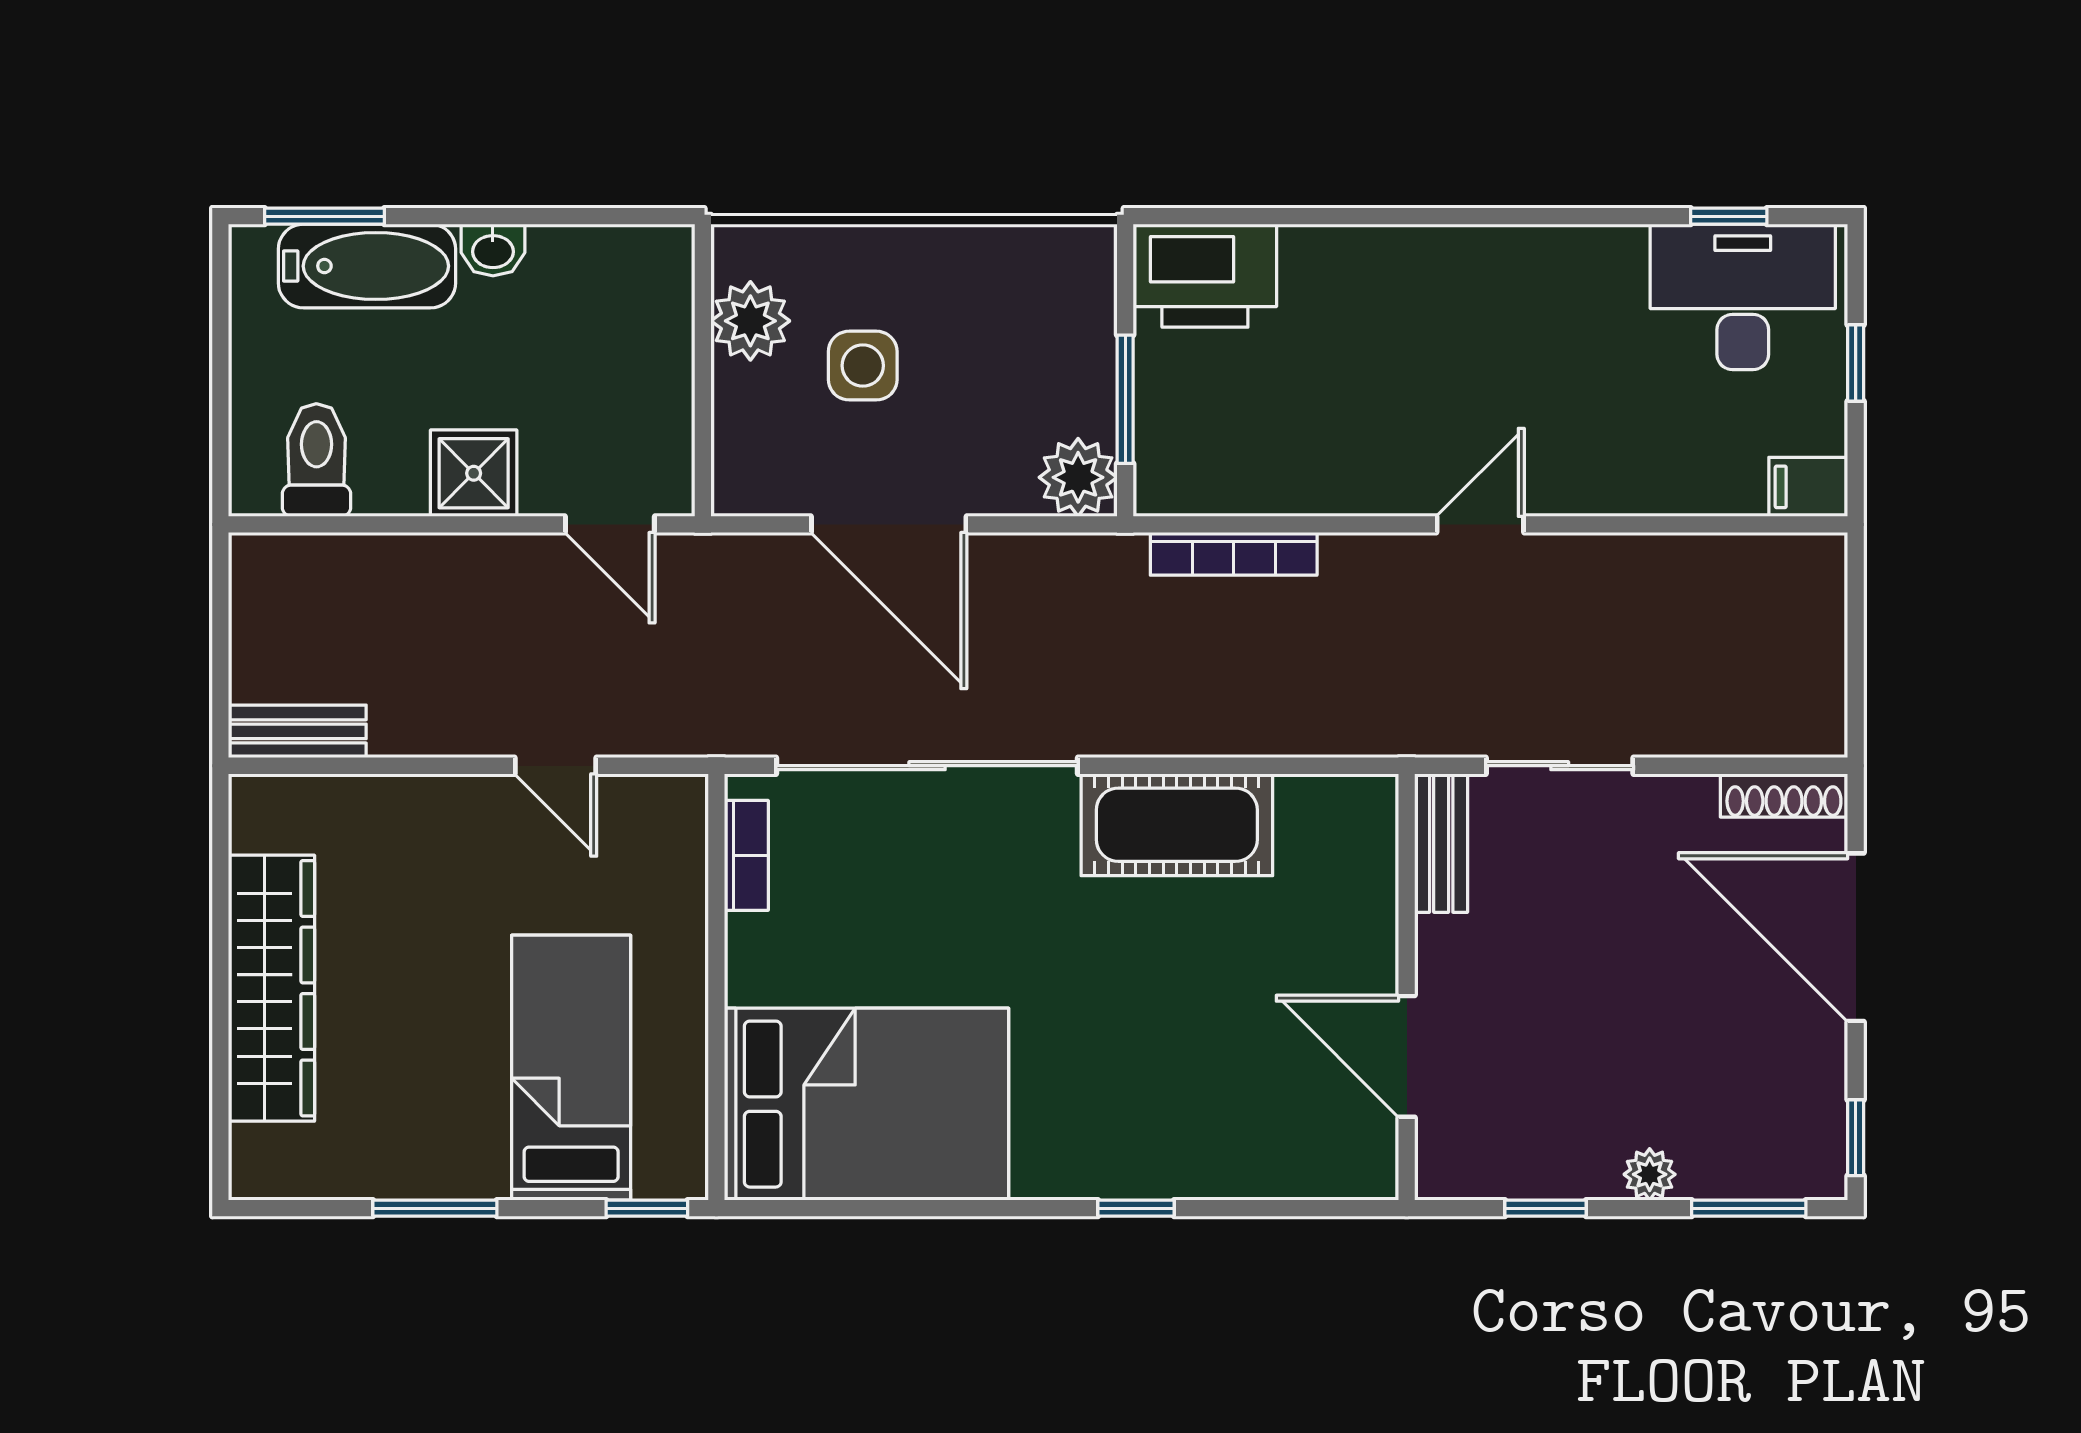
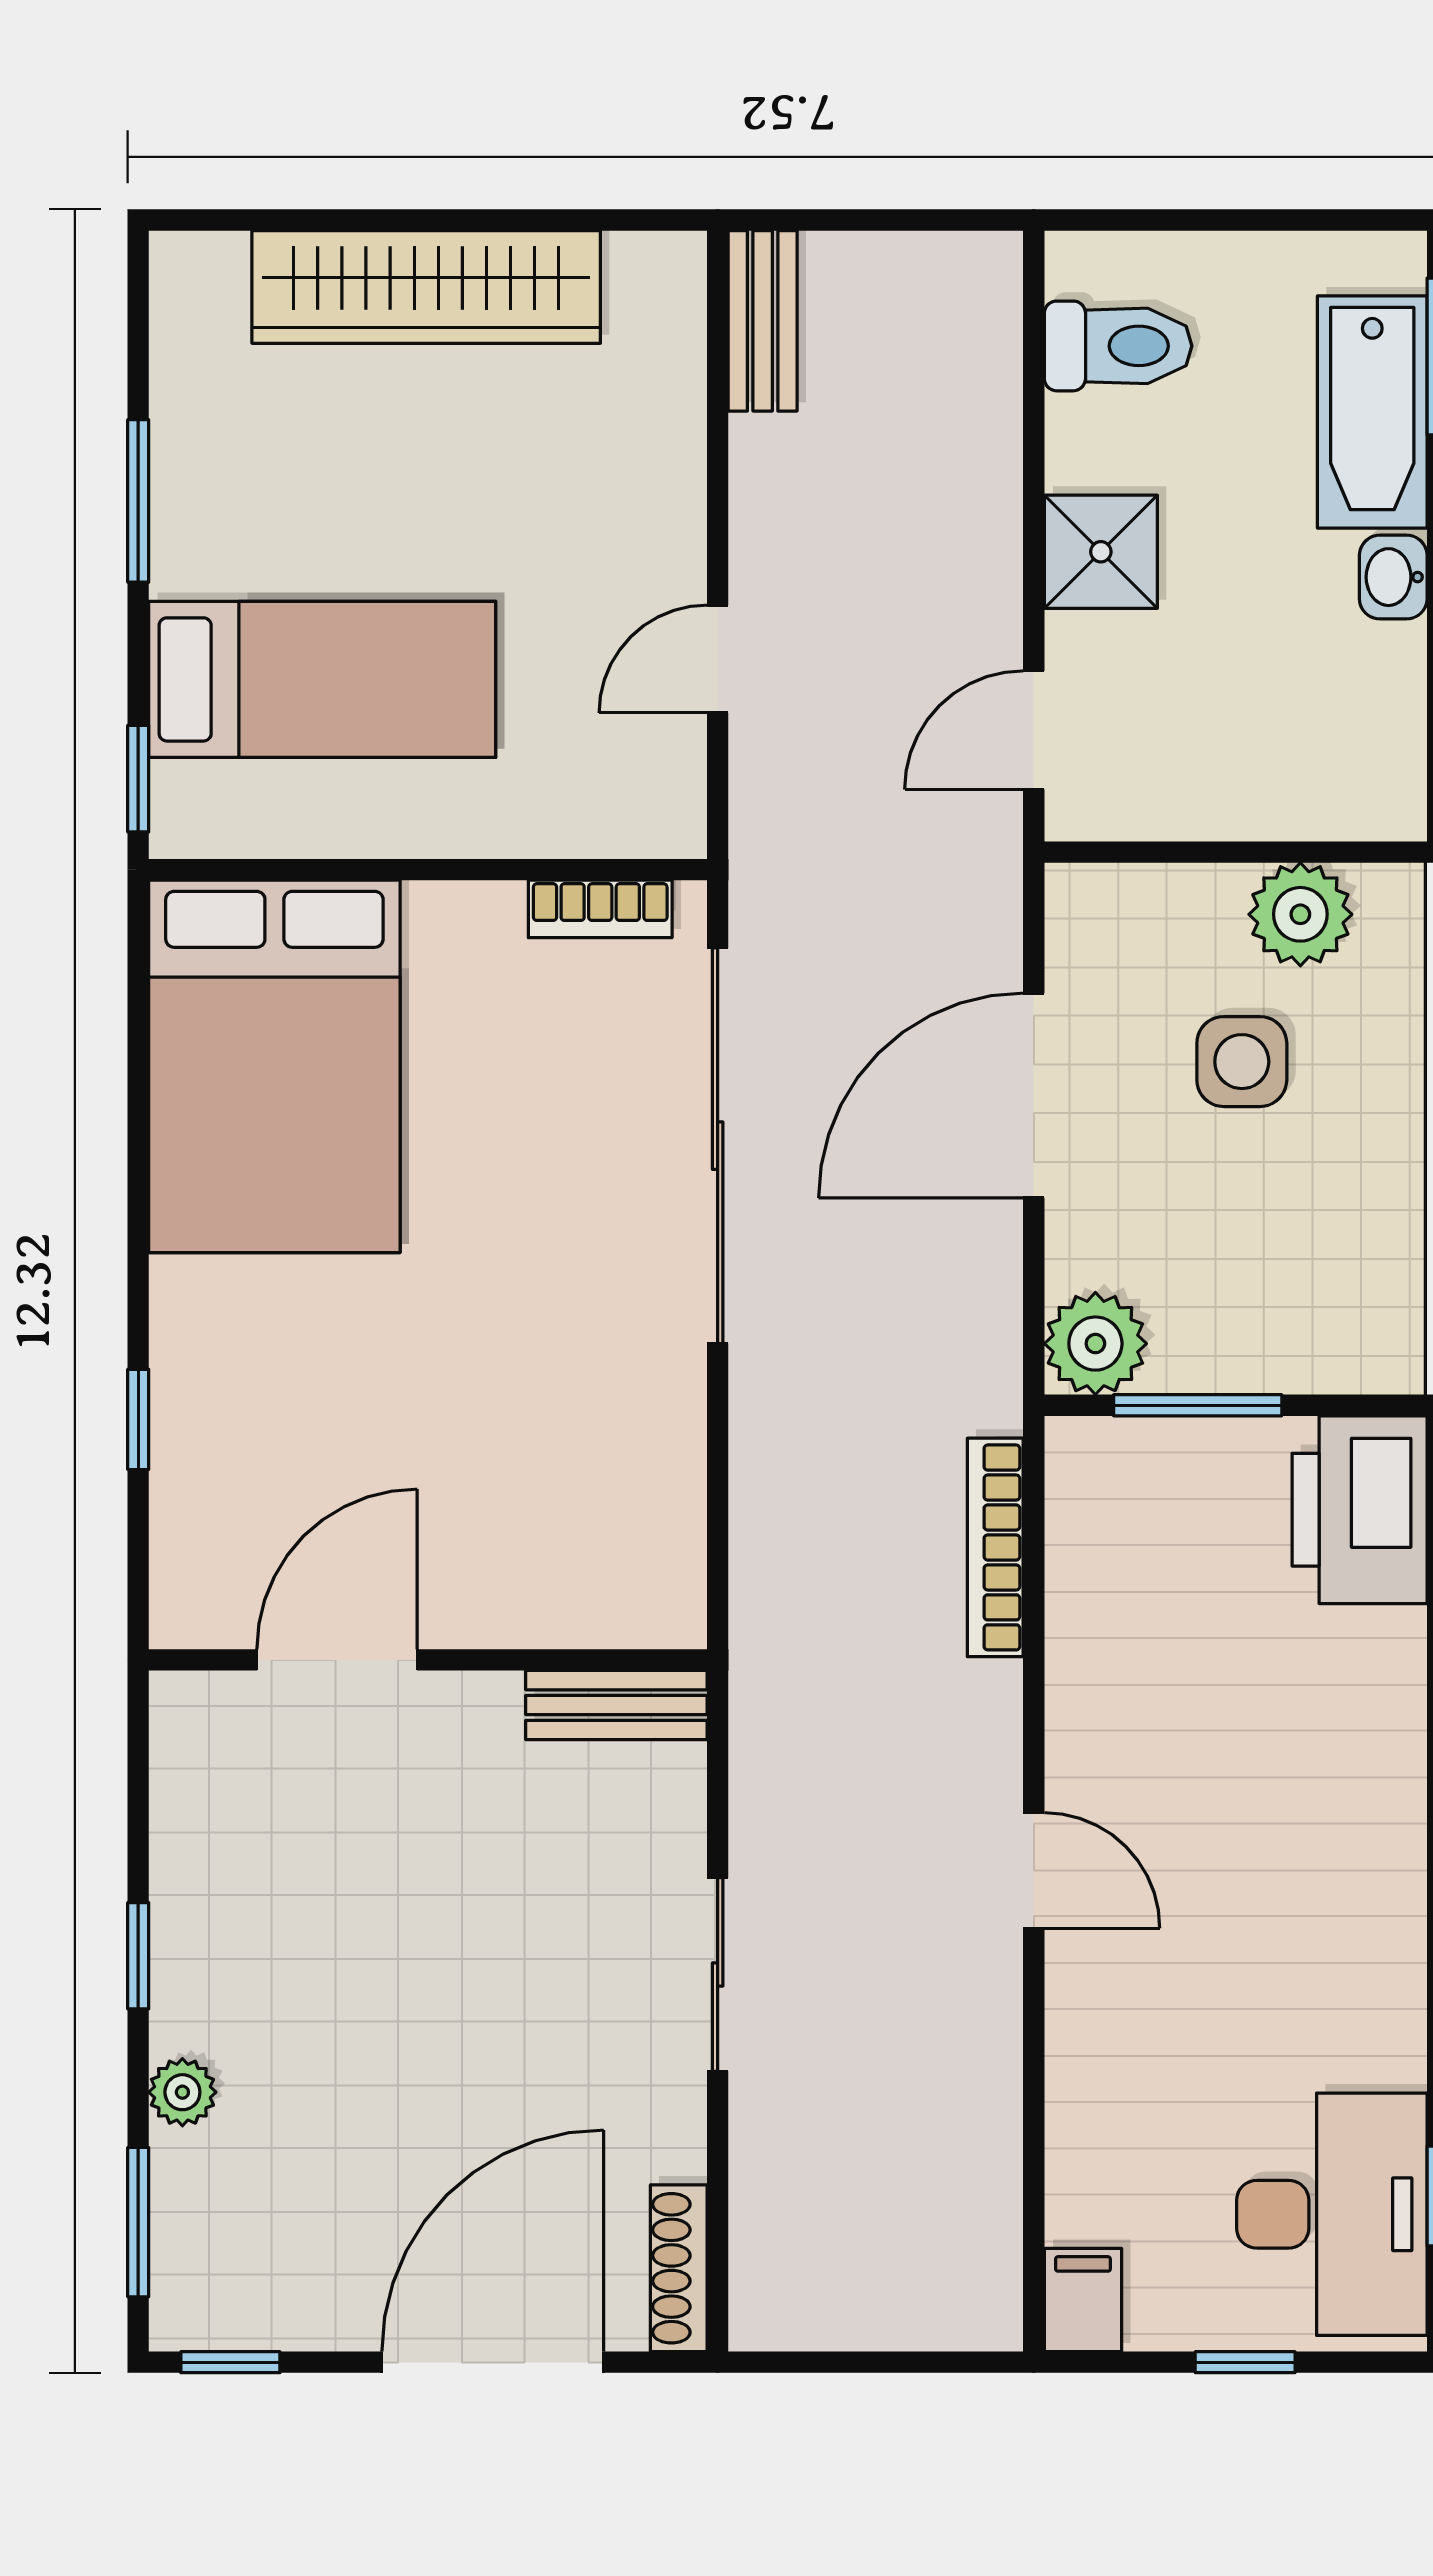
cot: (1177, 825) -> (640, 1473), removed
bench: (1441, 843) -> (616, 1705), moved
wall: (1407, 987) -> (428, 1660), moved
door: (1407, 1056) -> (337, 1660), moved

